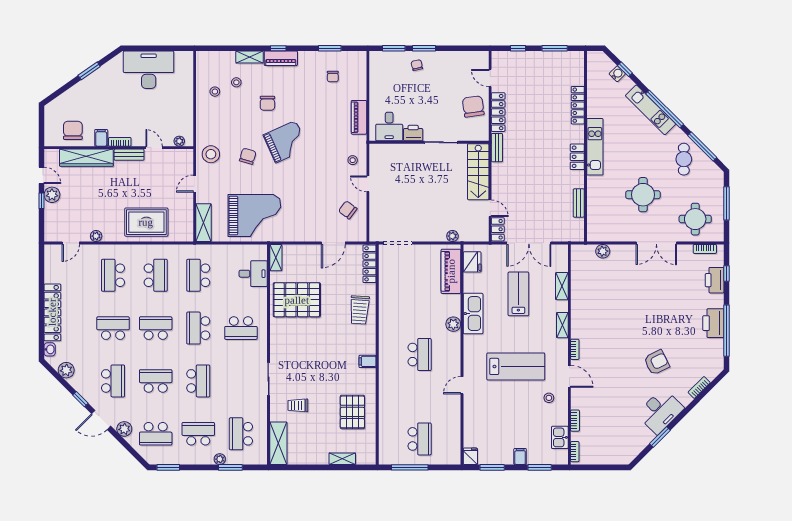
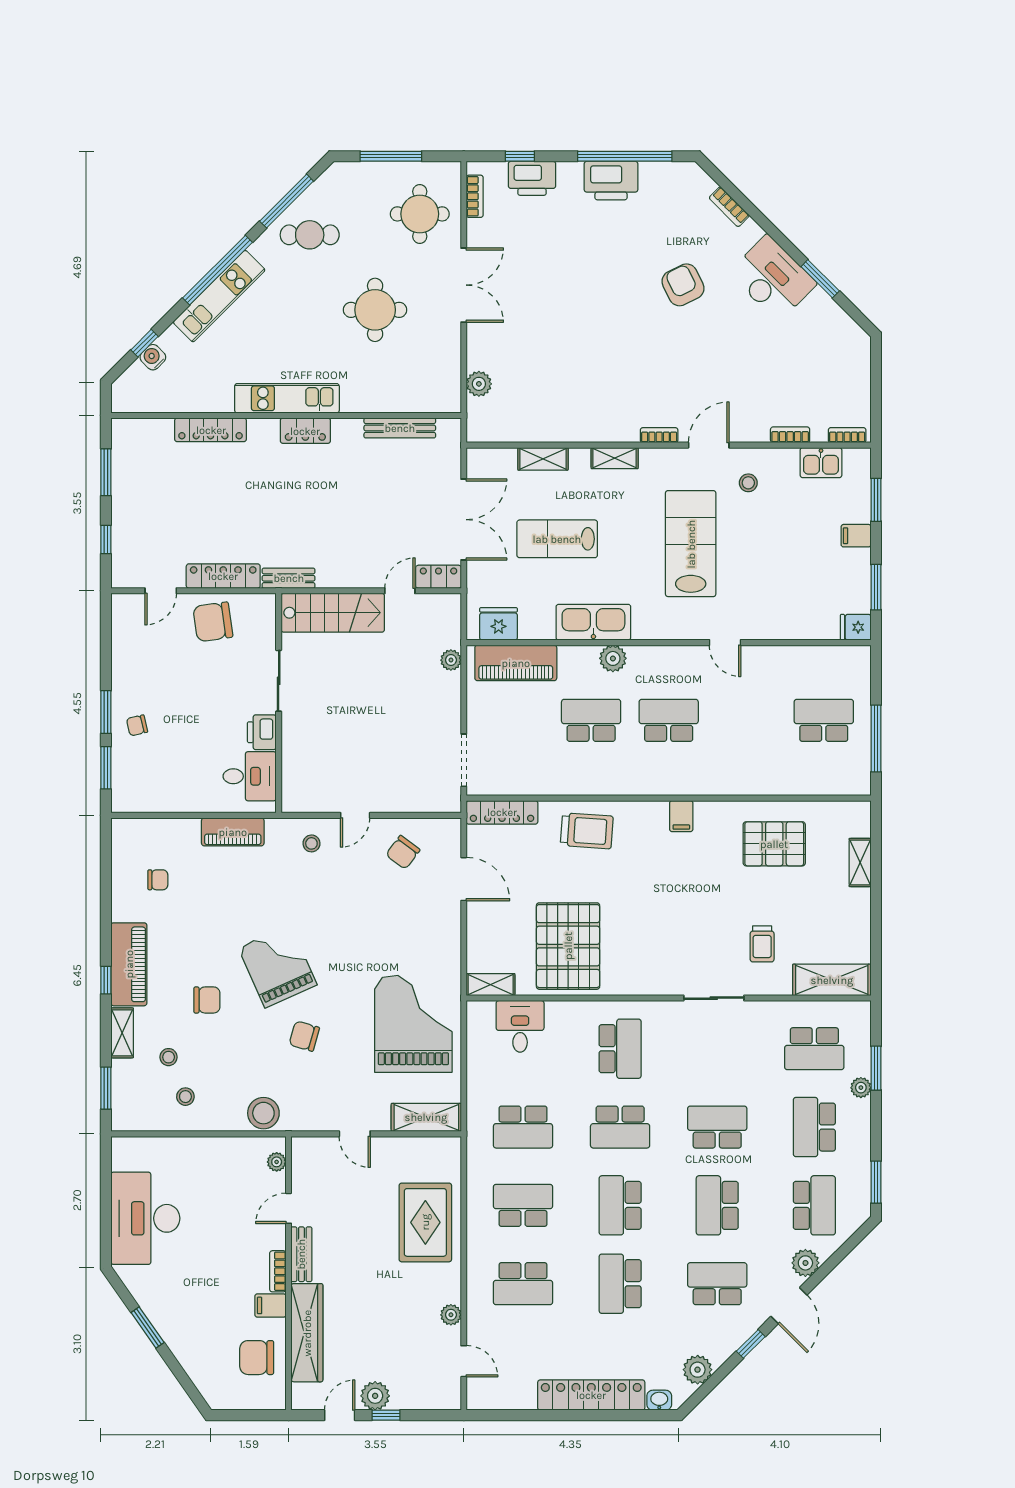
window: (330, 48) -> (106, 1088), moved
piano: (281, 58) -> (129, 964), width x1.37, depth x1.33
stool: (211, 154) -> (263, 1113), moved
bench: (579, 203) -> (400, 428), width x1.36
school desk: (420, 312) -> (591, 720), added

